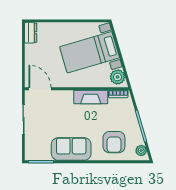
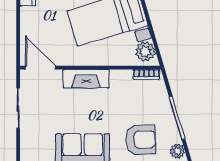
fireplace: (91, 97) -> (86, 79), moved
armchair: (114, 142) -> (141, 140), turned -92

